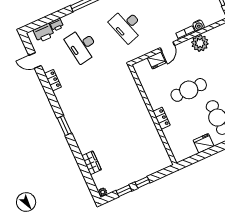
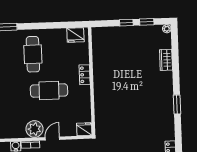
plant: (200, 43) -> (34, 129), moved
fridge: (157, 60) -> (84, 129), moved
fridge: (204, 143) -> (75, 35), moved

